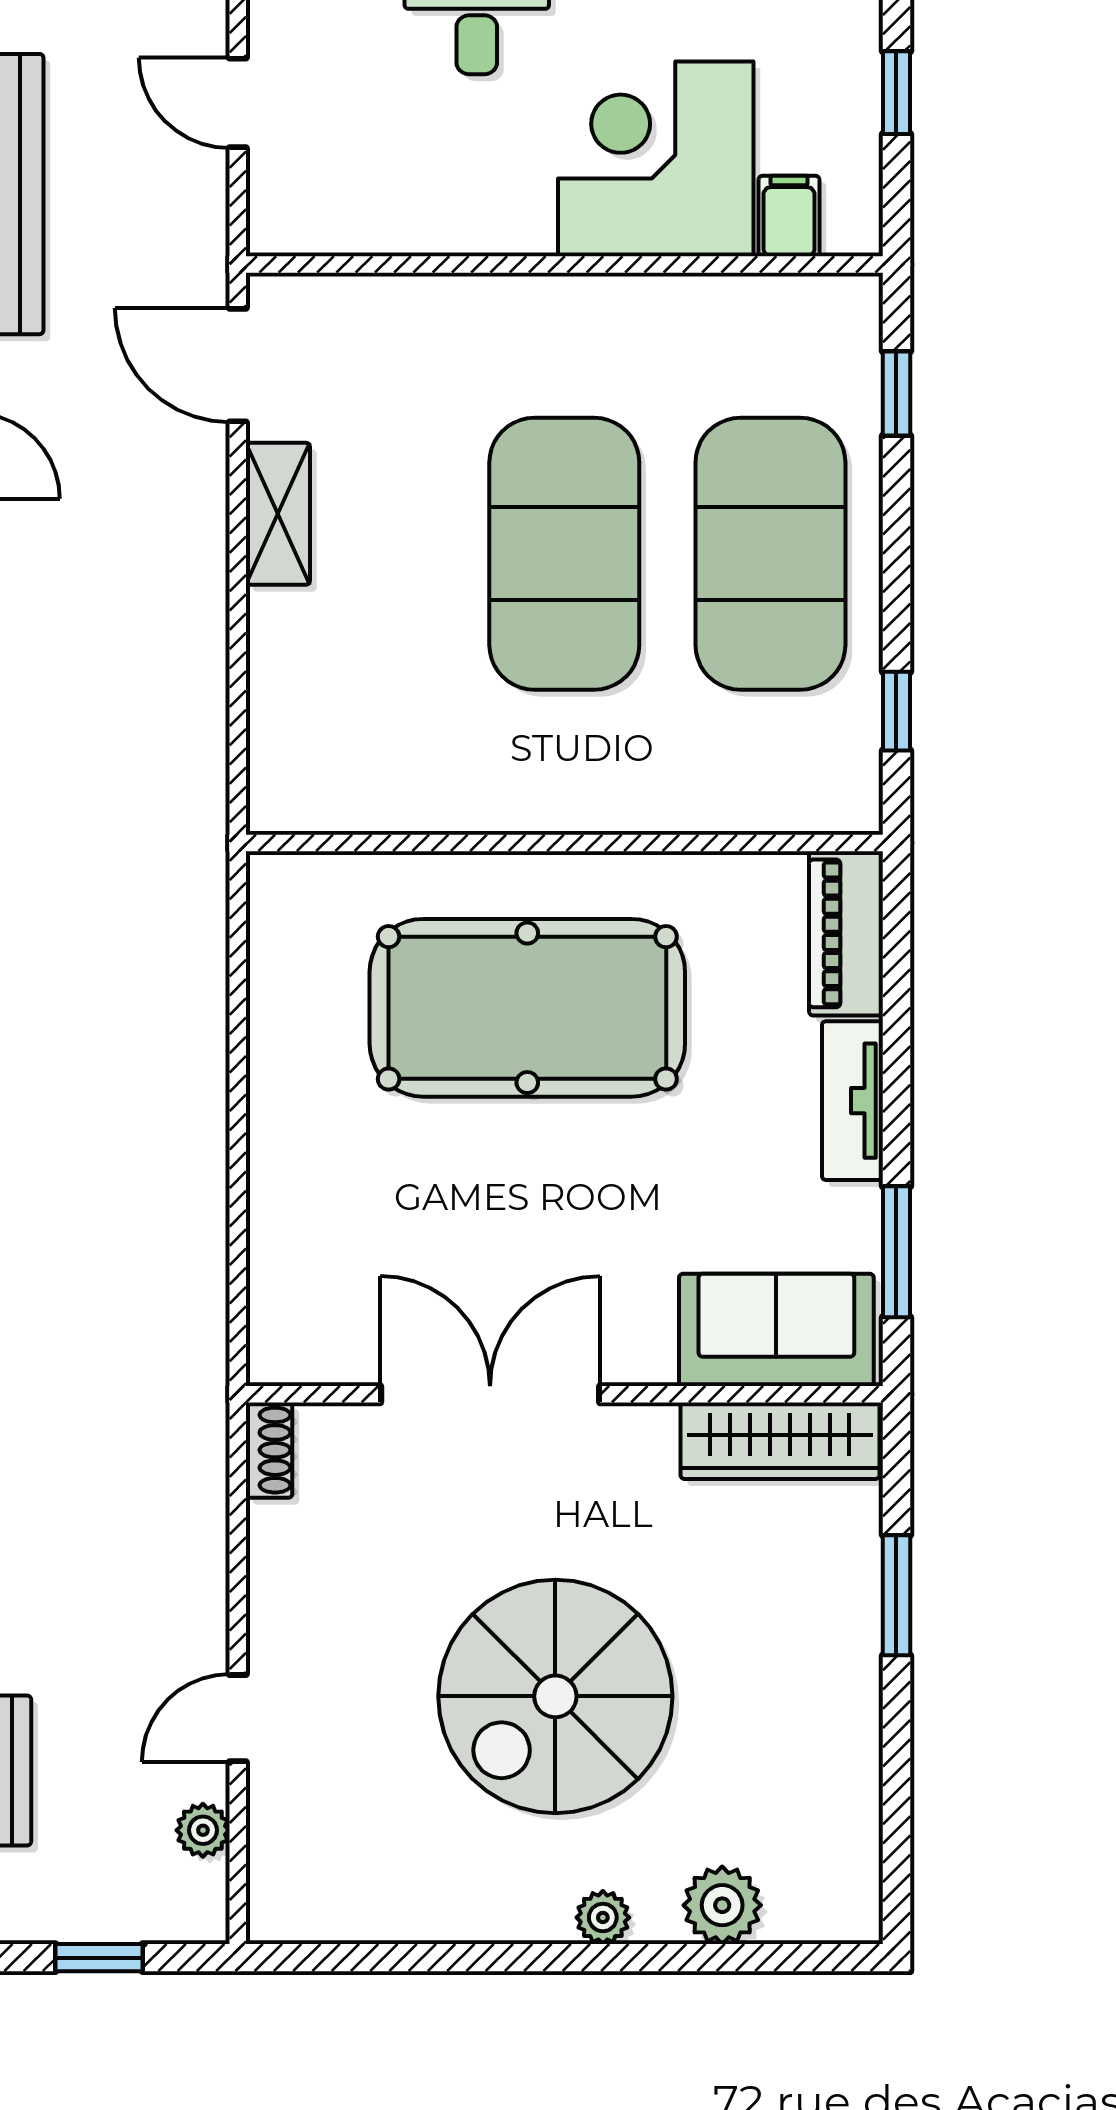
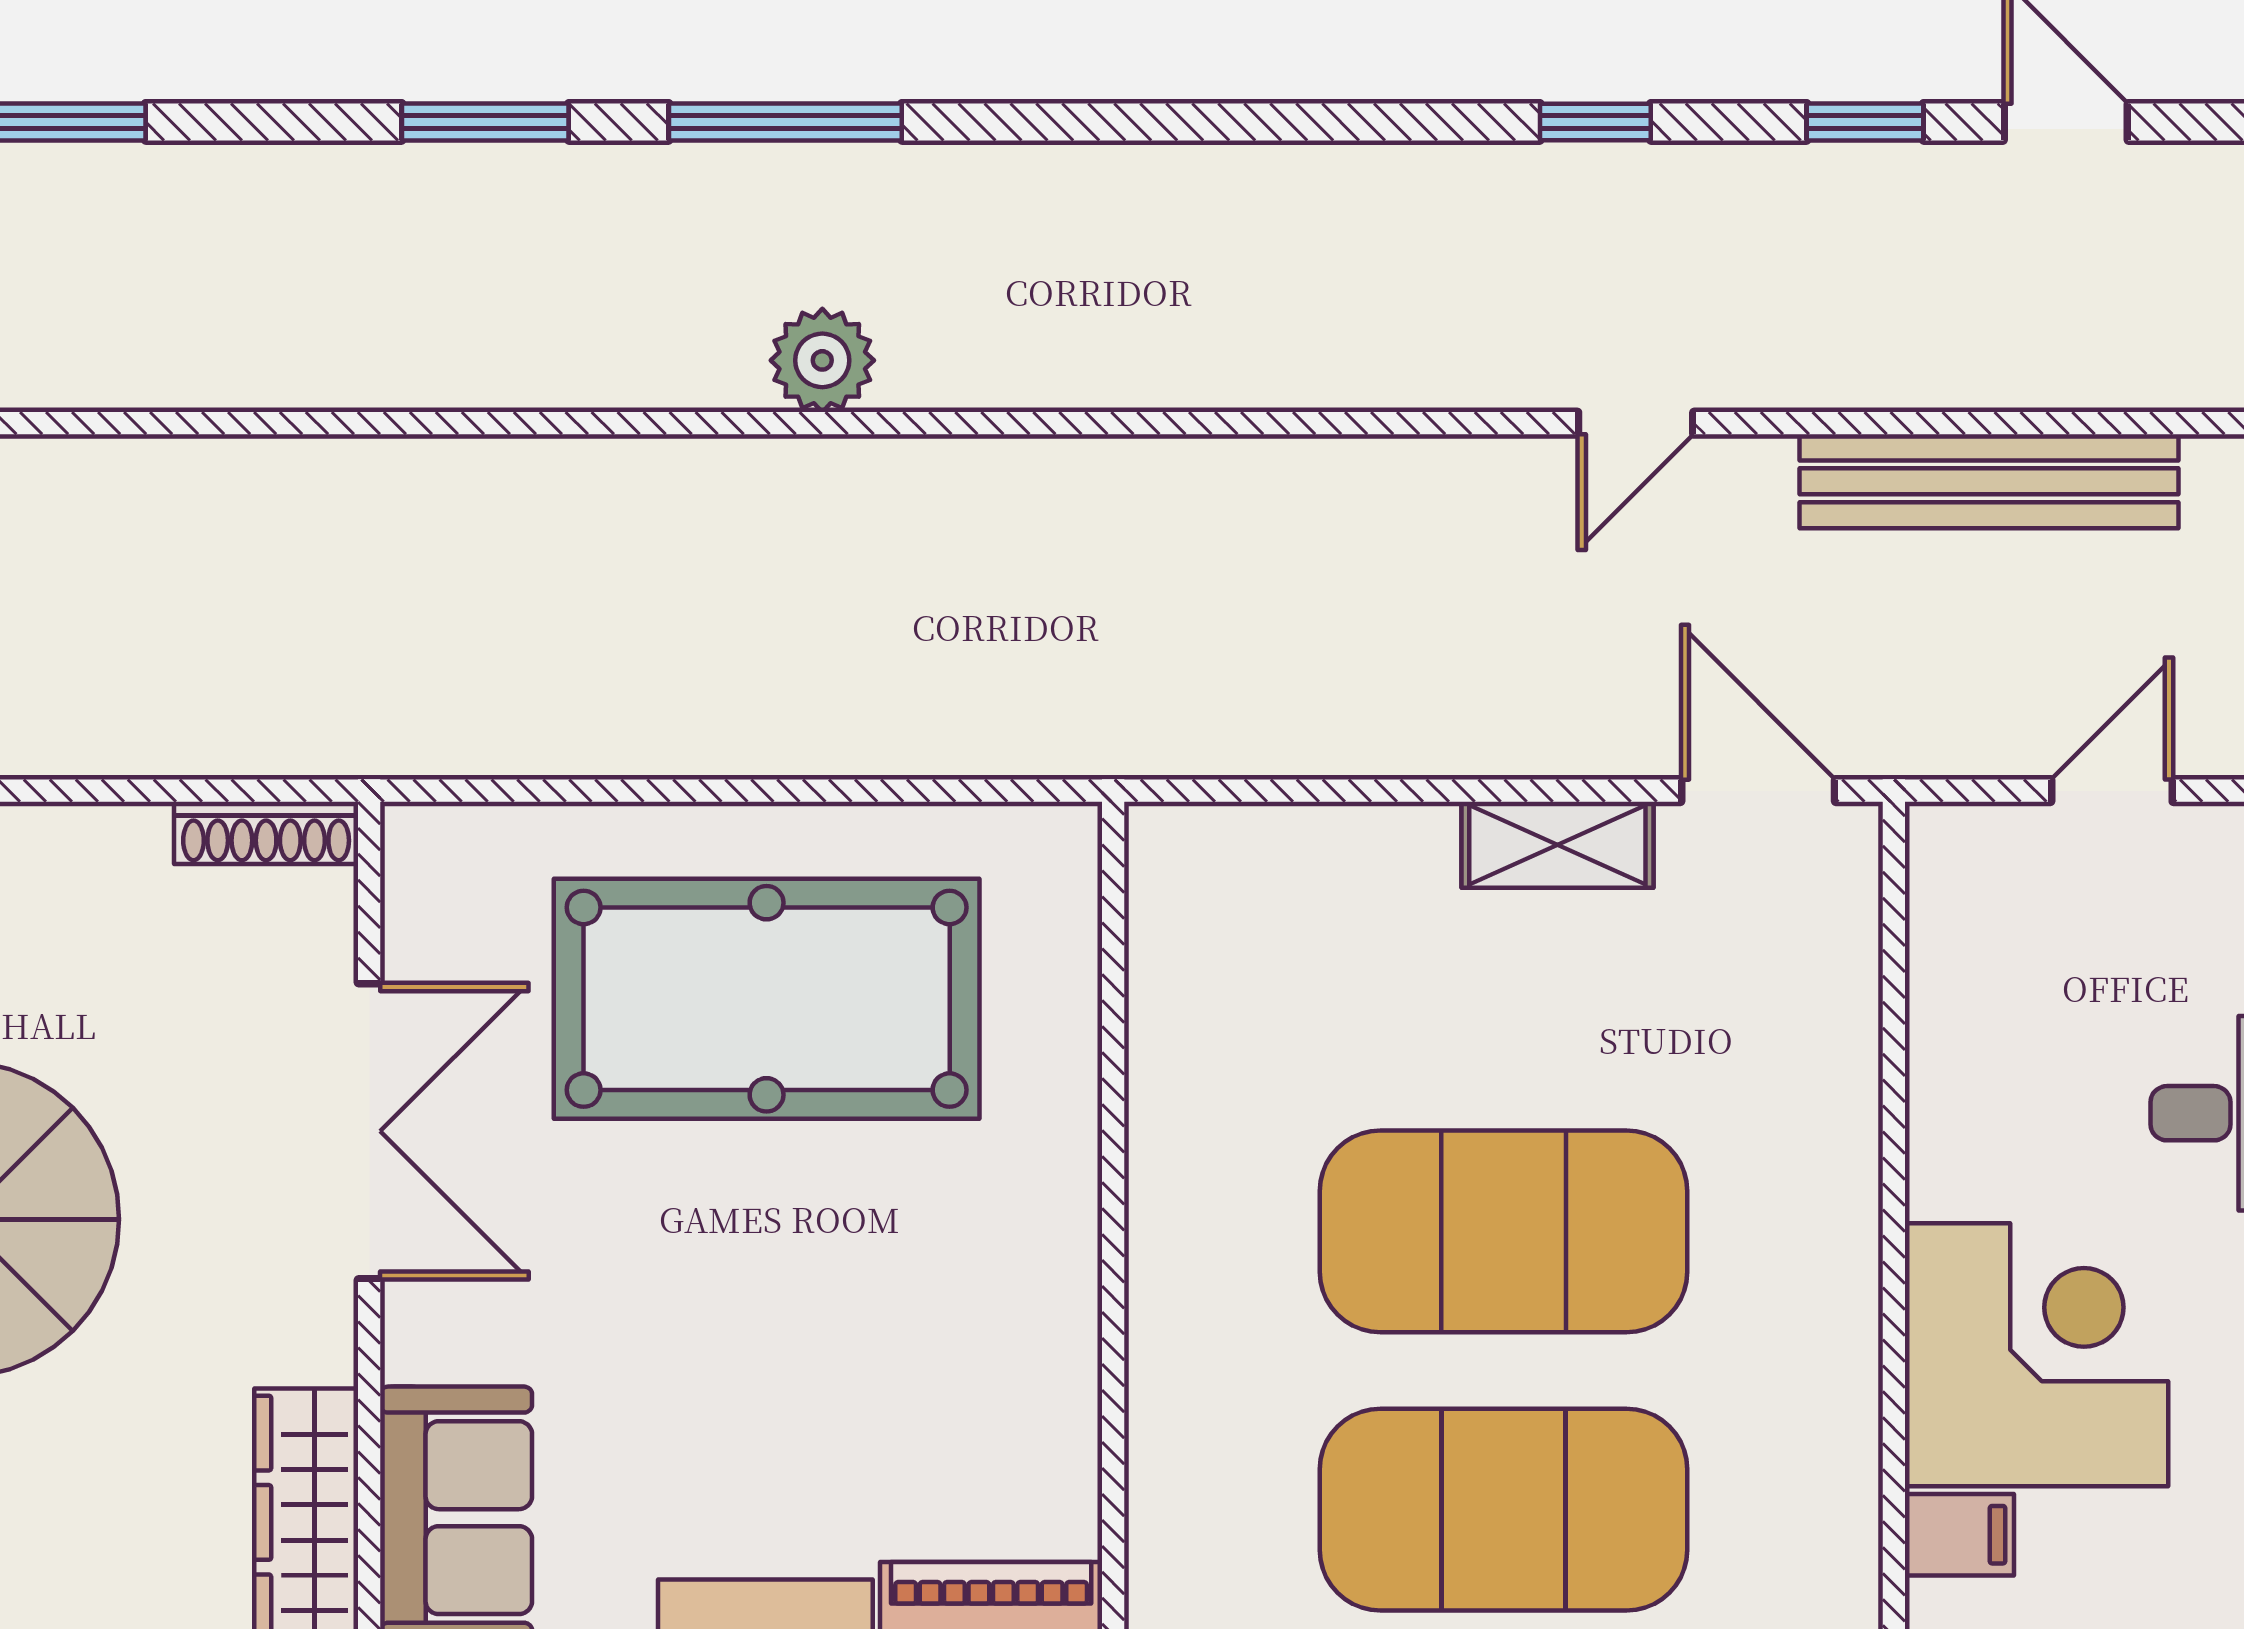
door: (238, 365) -> (1758, 791), hinge flipped
pool table: (527, 1008) -> (767, 999), moved, turned 90
shoe rack: (269, 1450) -> (266, 833), width x1.43

